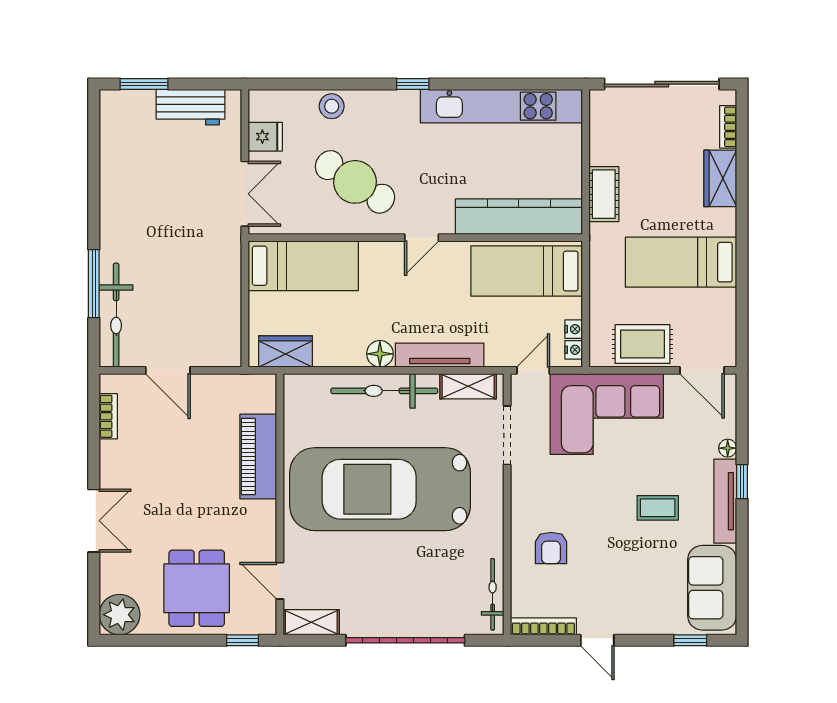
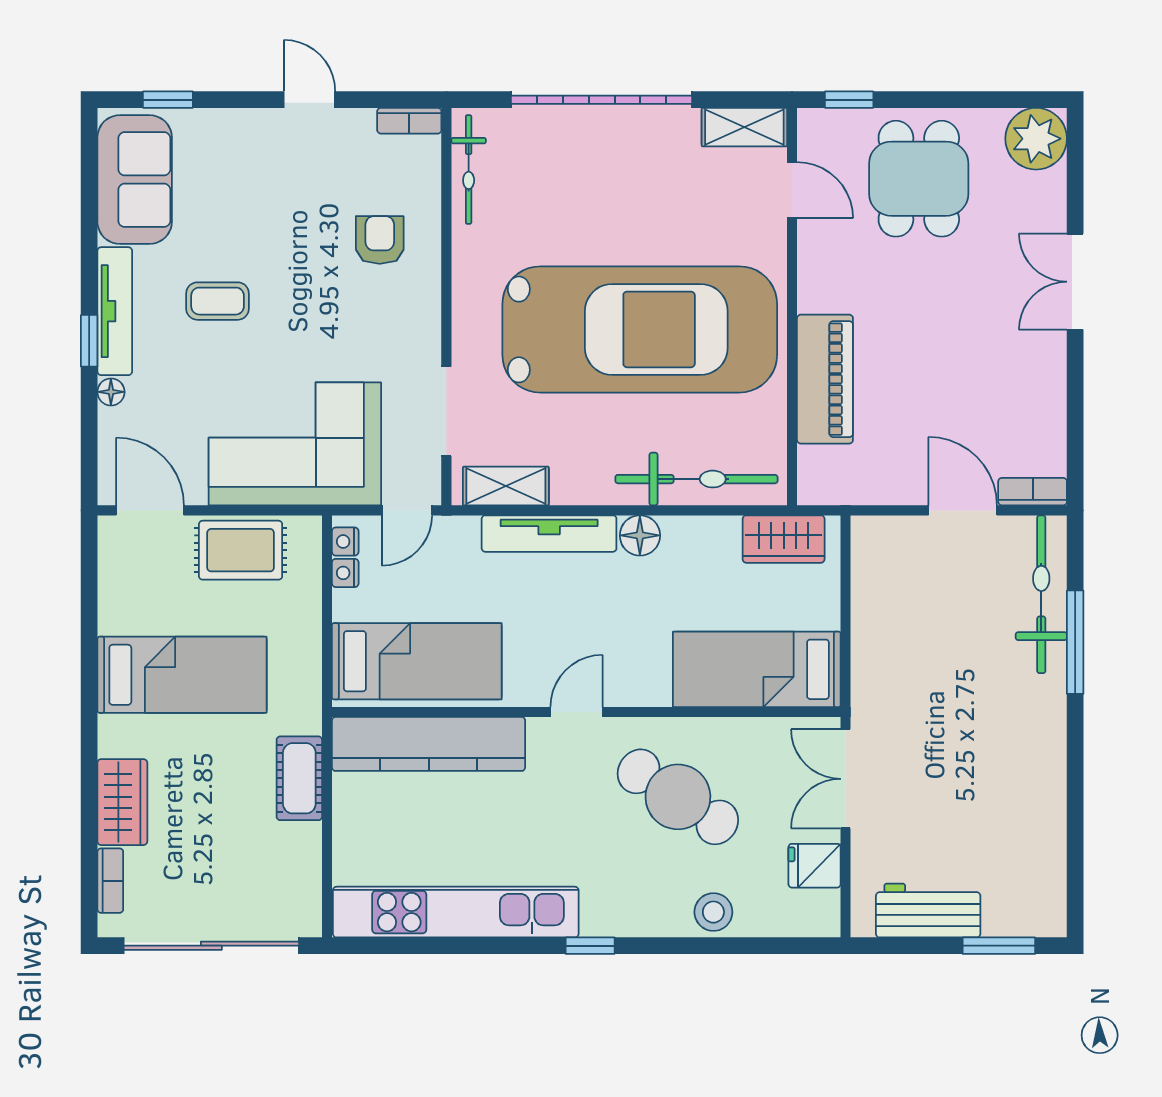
bicycle: (384, 391) -> (696, 479), moved
bookcase: (108, 416) -> (1033, 492), moved, turned 90
bookcase: (543, 626) -> (409, 121), width x0.64

